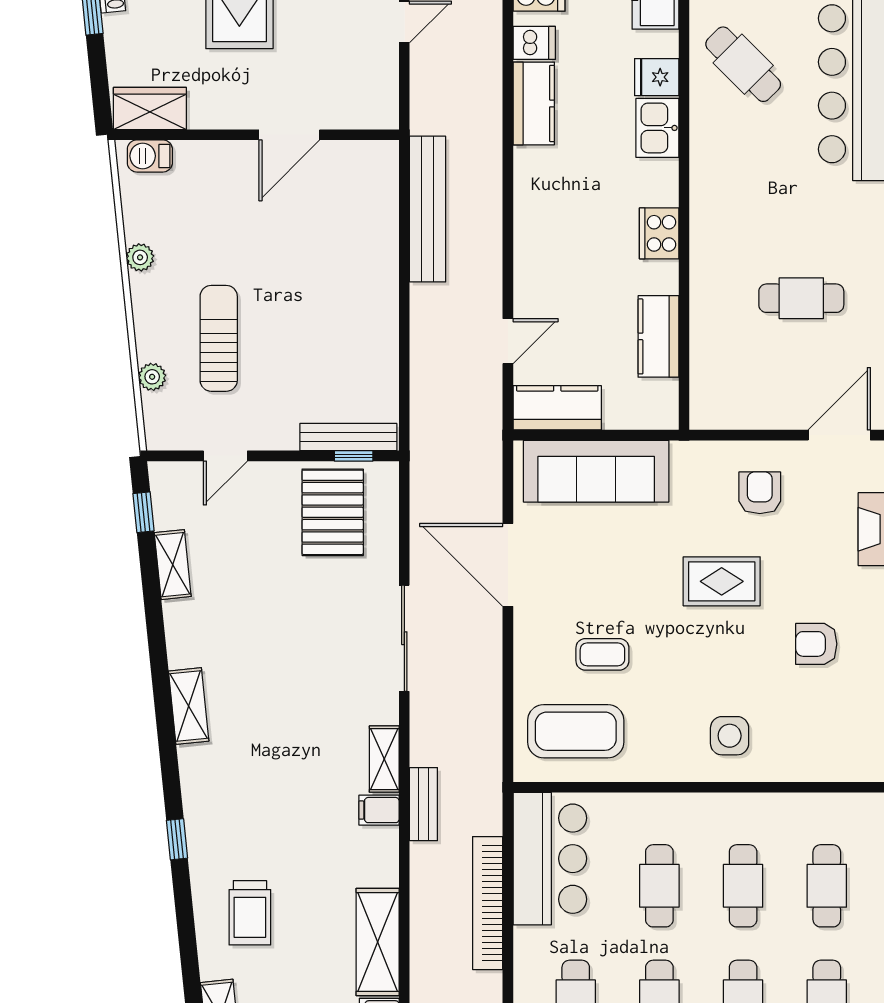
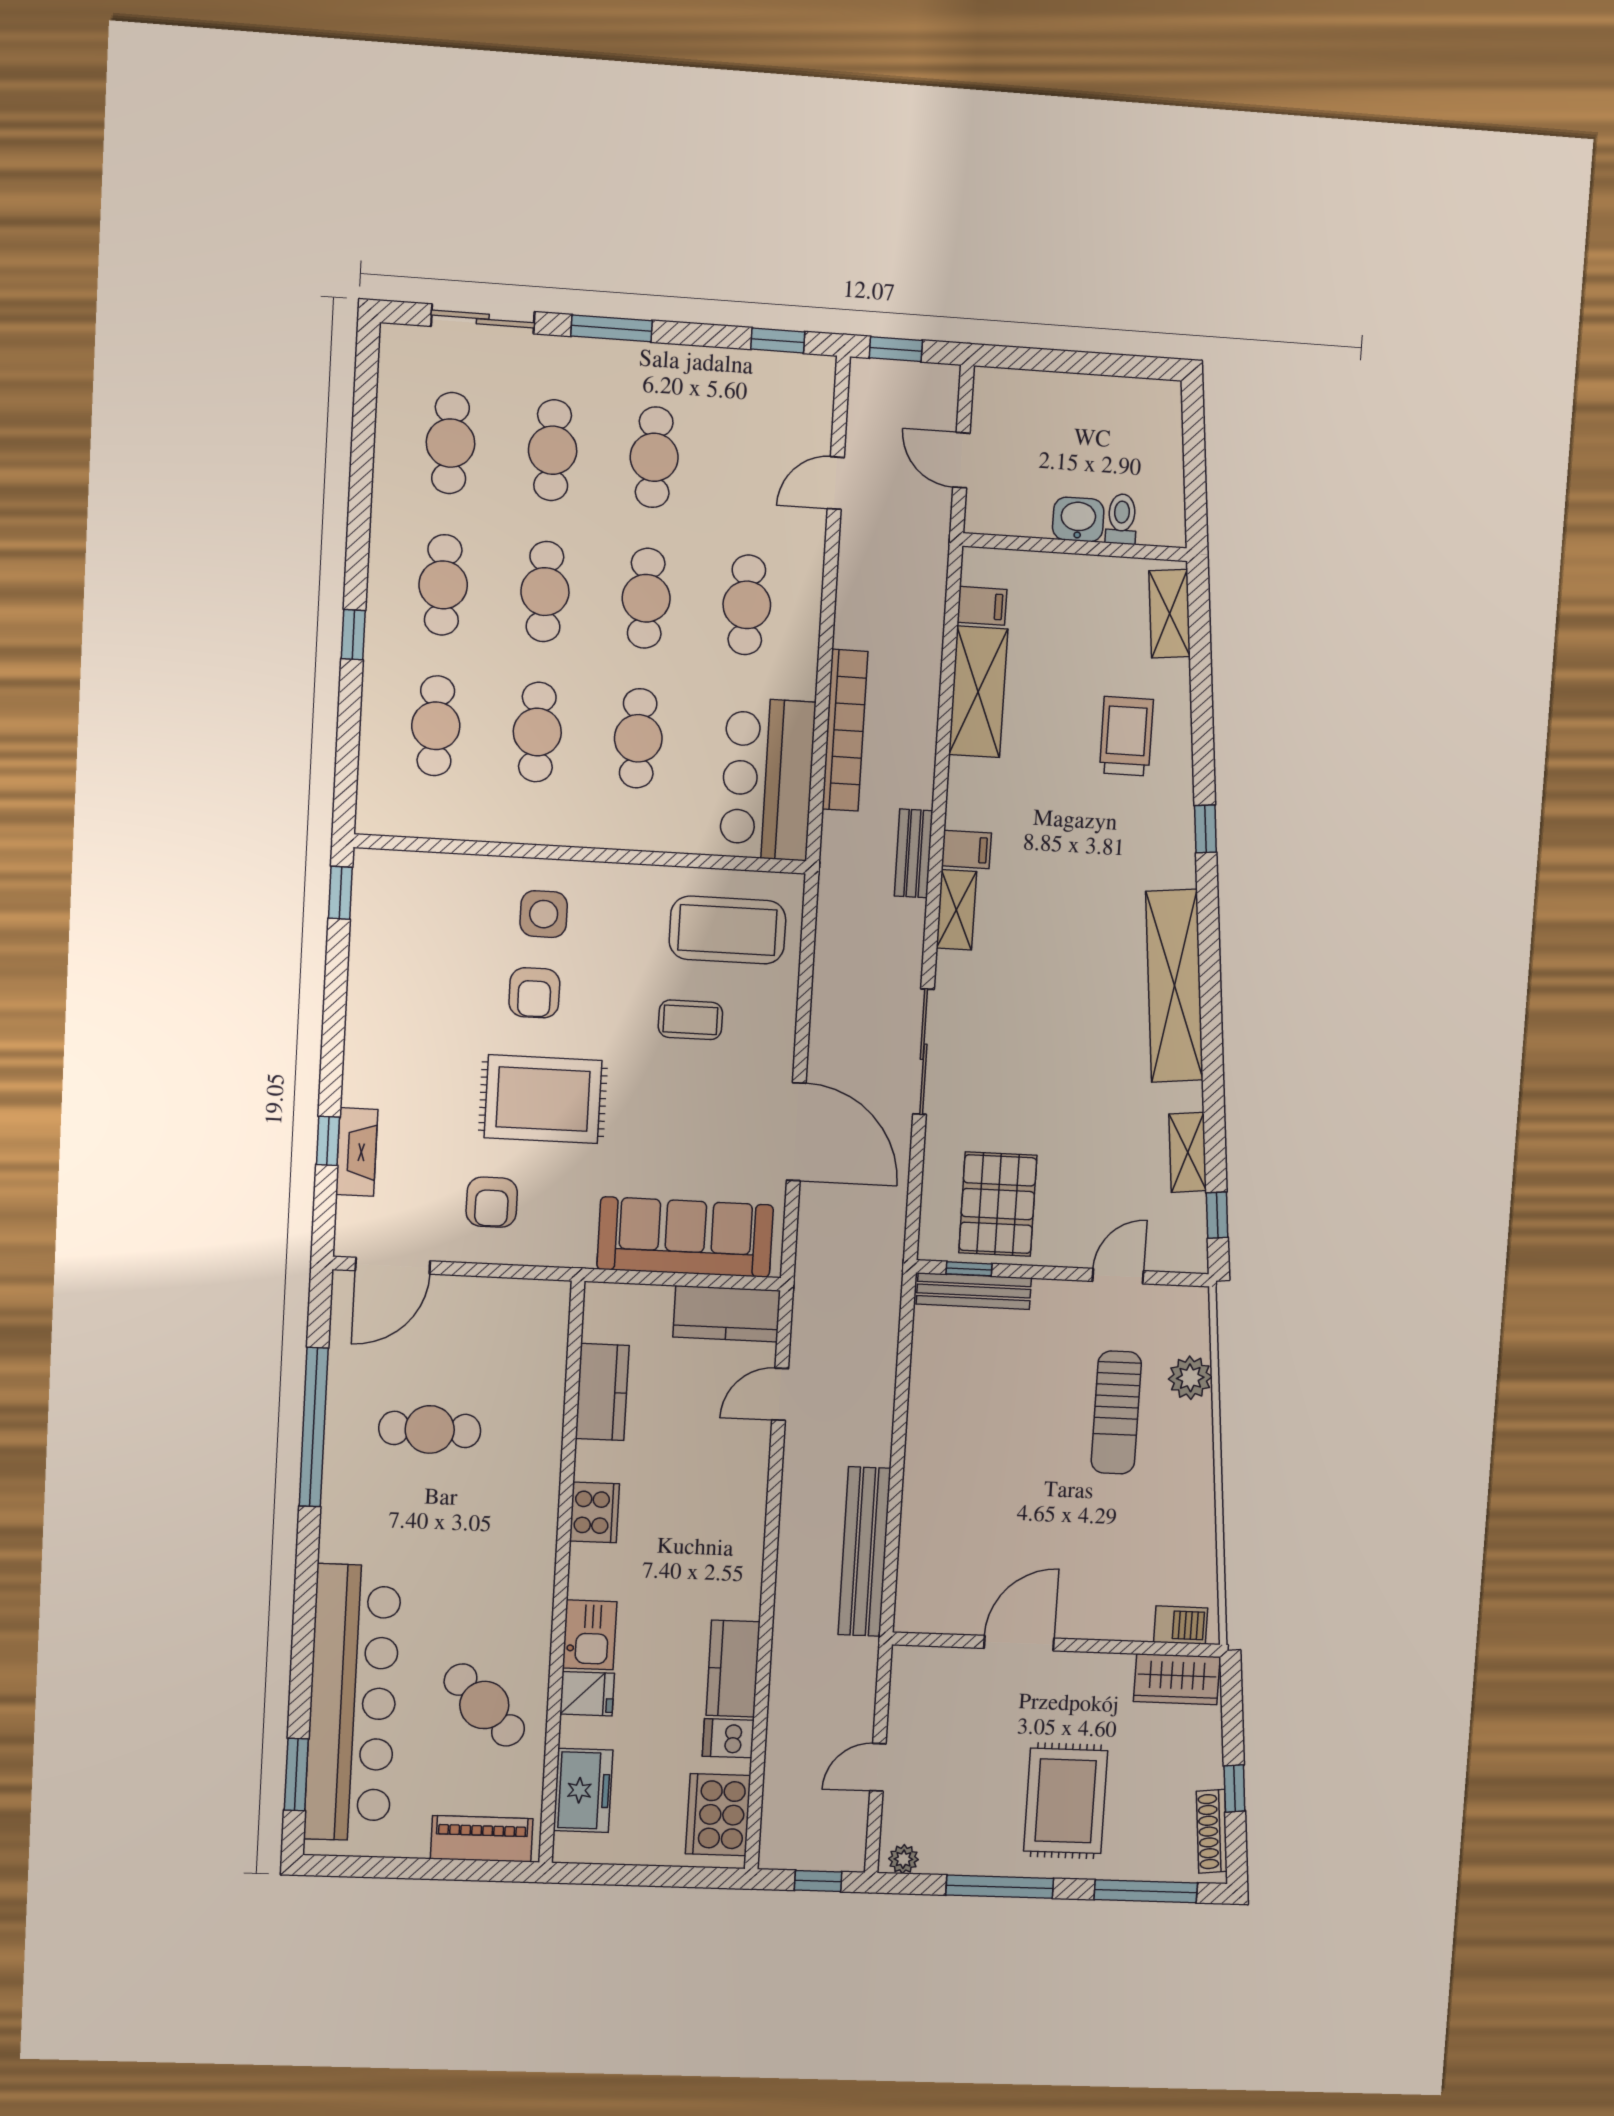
plant: (140, 257) -> (1200, 1510), removed
plant: (152, 377) -> (1190, 1378), width x1.38, depth x1.38
rug: (722, 581) -> (543, 1099), width x1.36, depth x1.43
armchair: (816, 644) -> (534, 993), moved, turned 90
shelving: (189, 706) -> (1174, 986), width x2.20, depth x1.33

